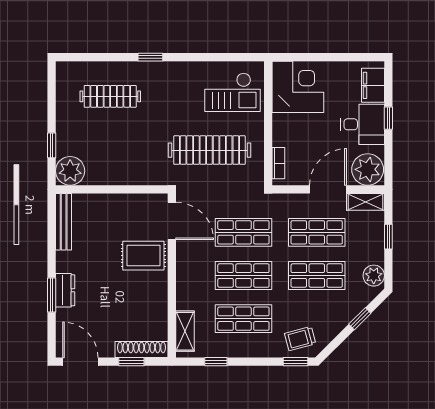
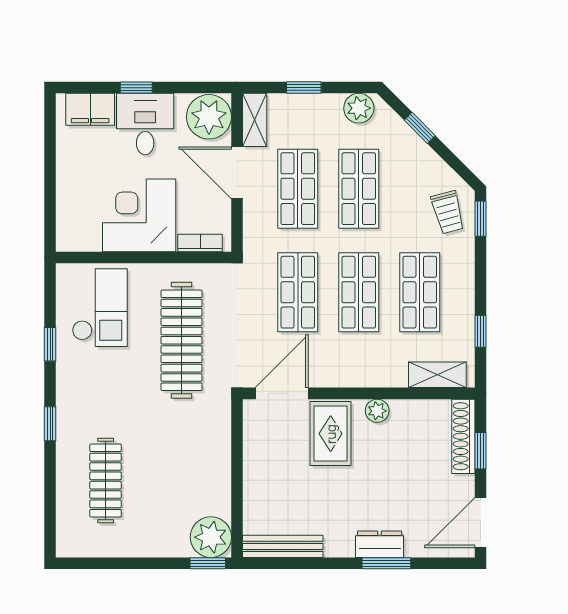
window: (207, 57) -> (50, 344), added
corner desk: (298, 87) -> (139, 215), moved
window: (52, 145) -> (208, 563), moved
plant: (160, 289) -> (377, 411), added

